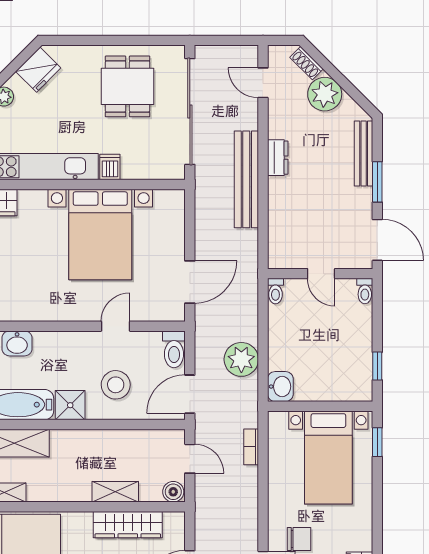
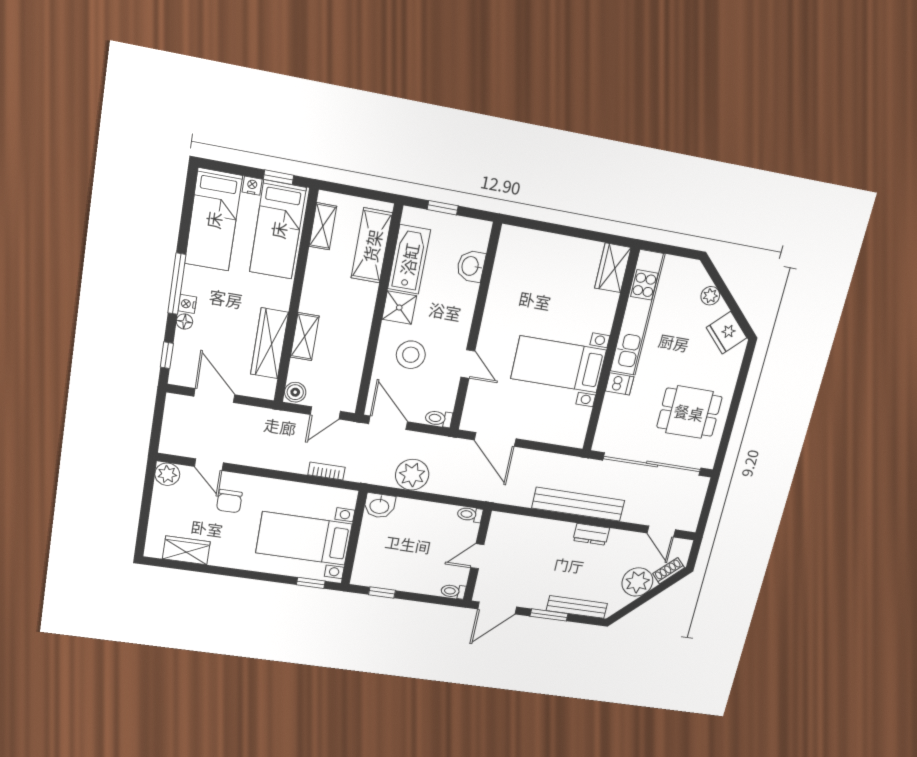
door: (263, 83) -> (661, 531), swing flipped
bed with nightstands: (100, 234) -> (559, 364), width x0.73
toilet: (174, 349) -> (439, 419), width x0.73, depth x0.72

